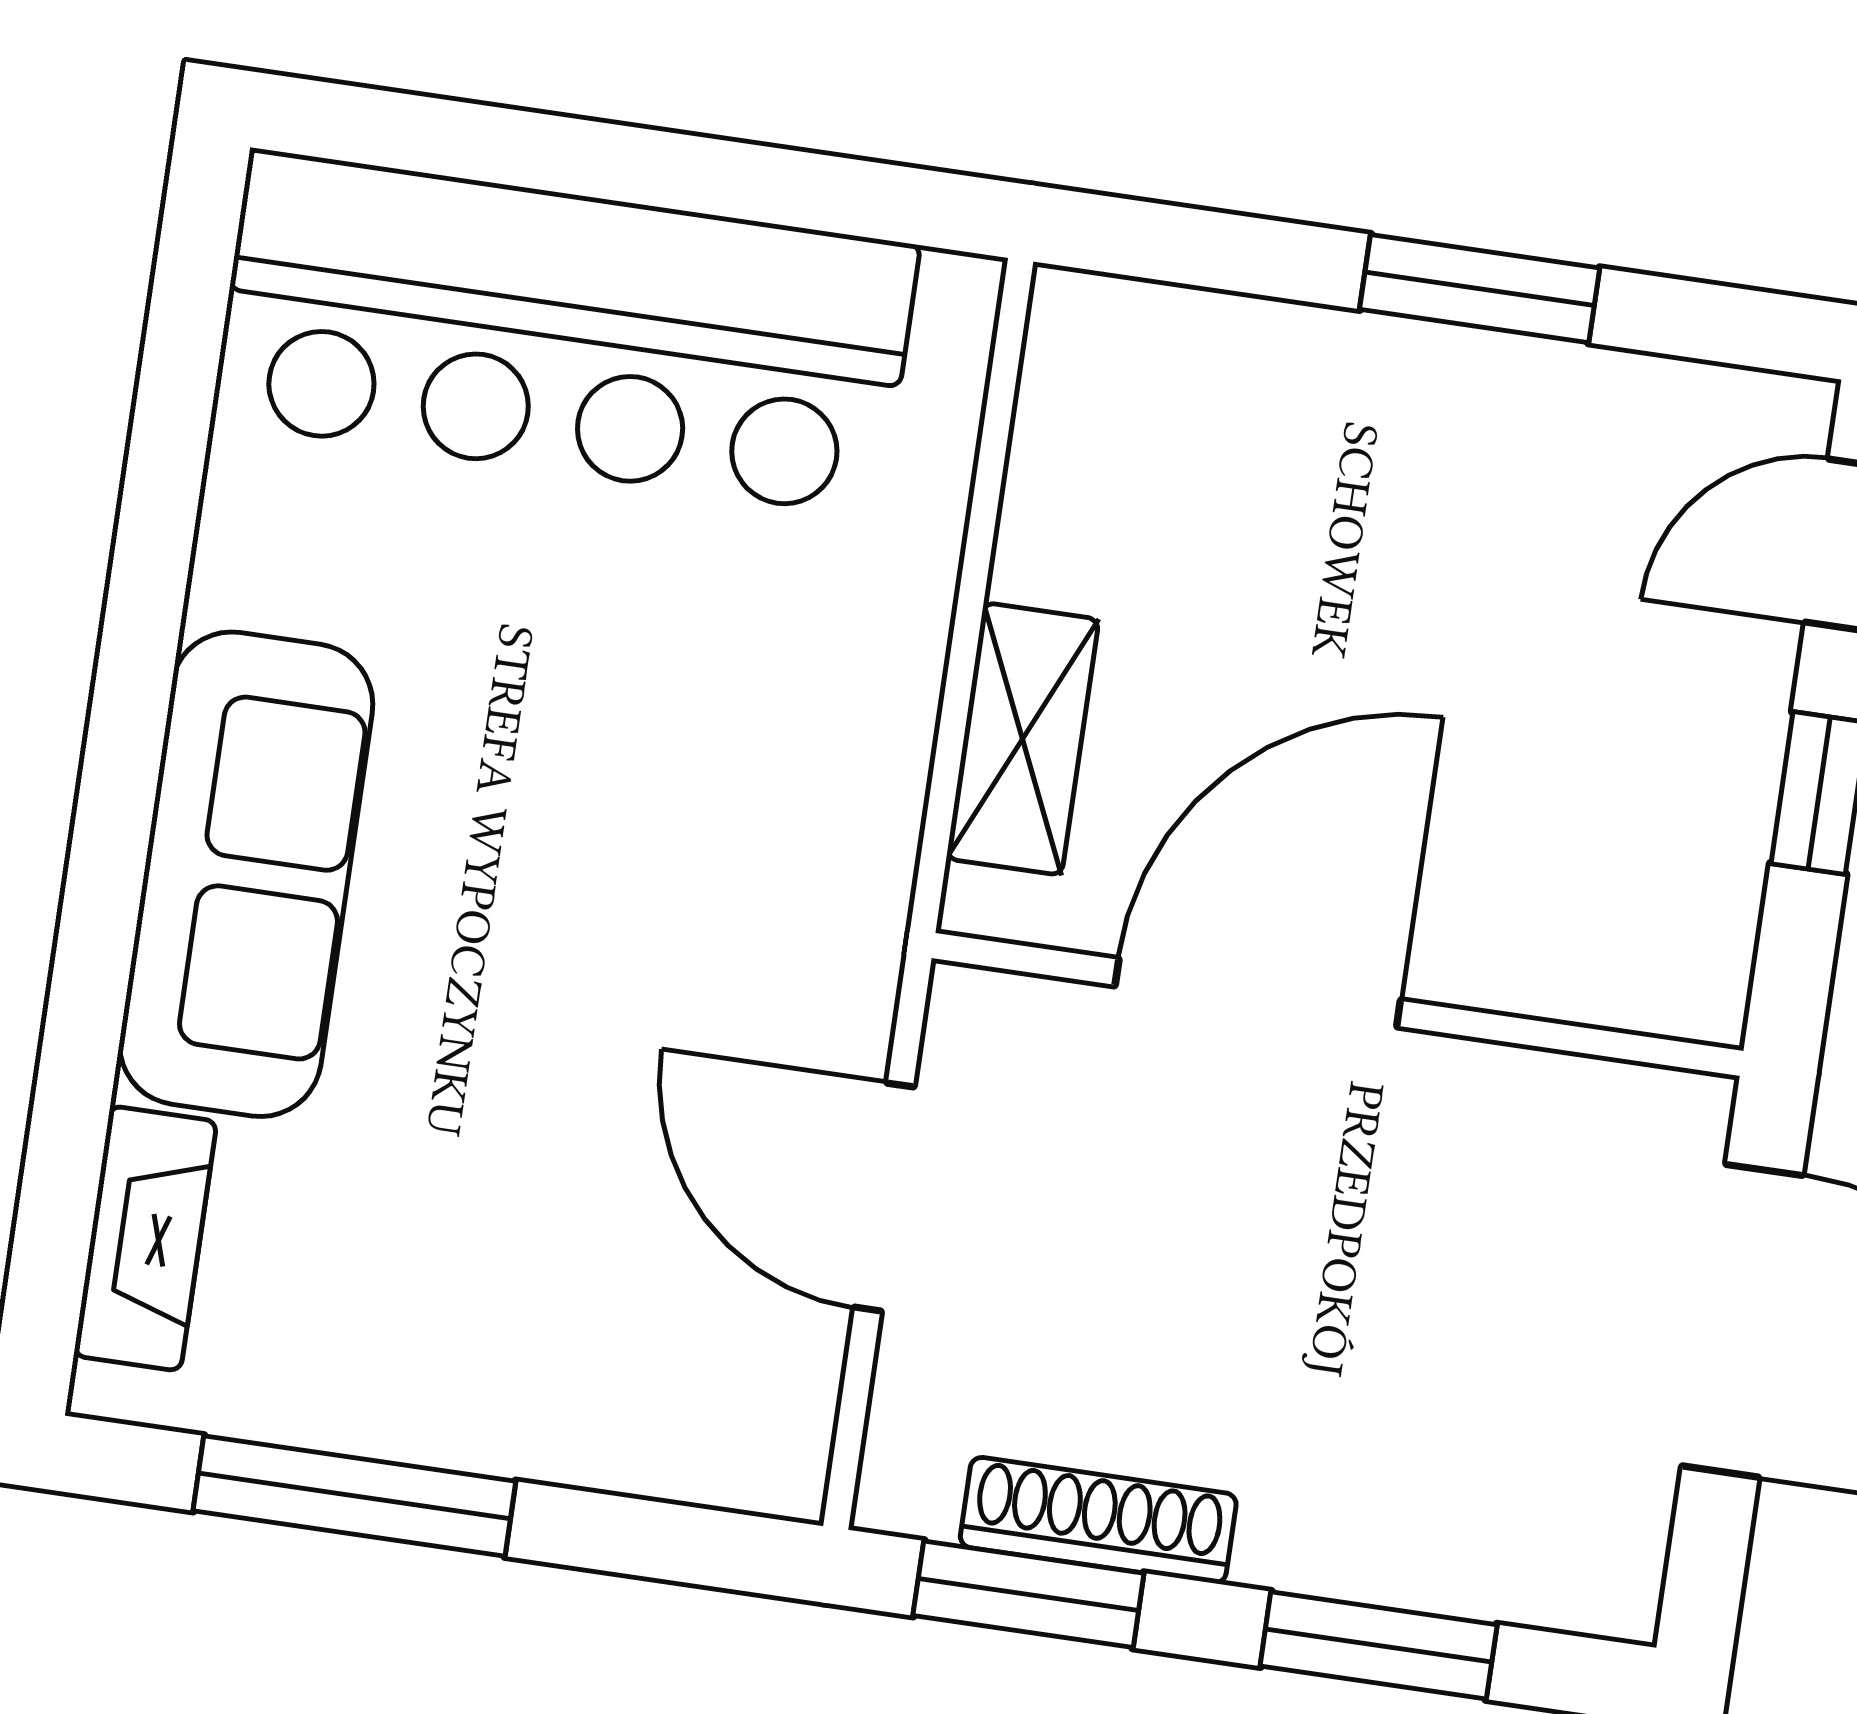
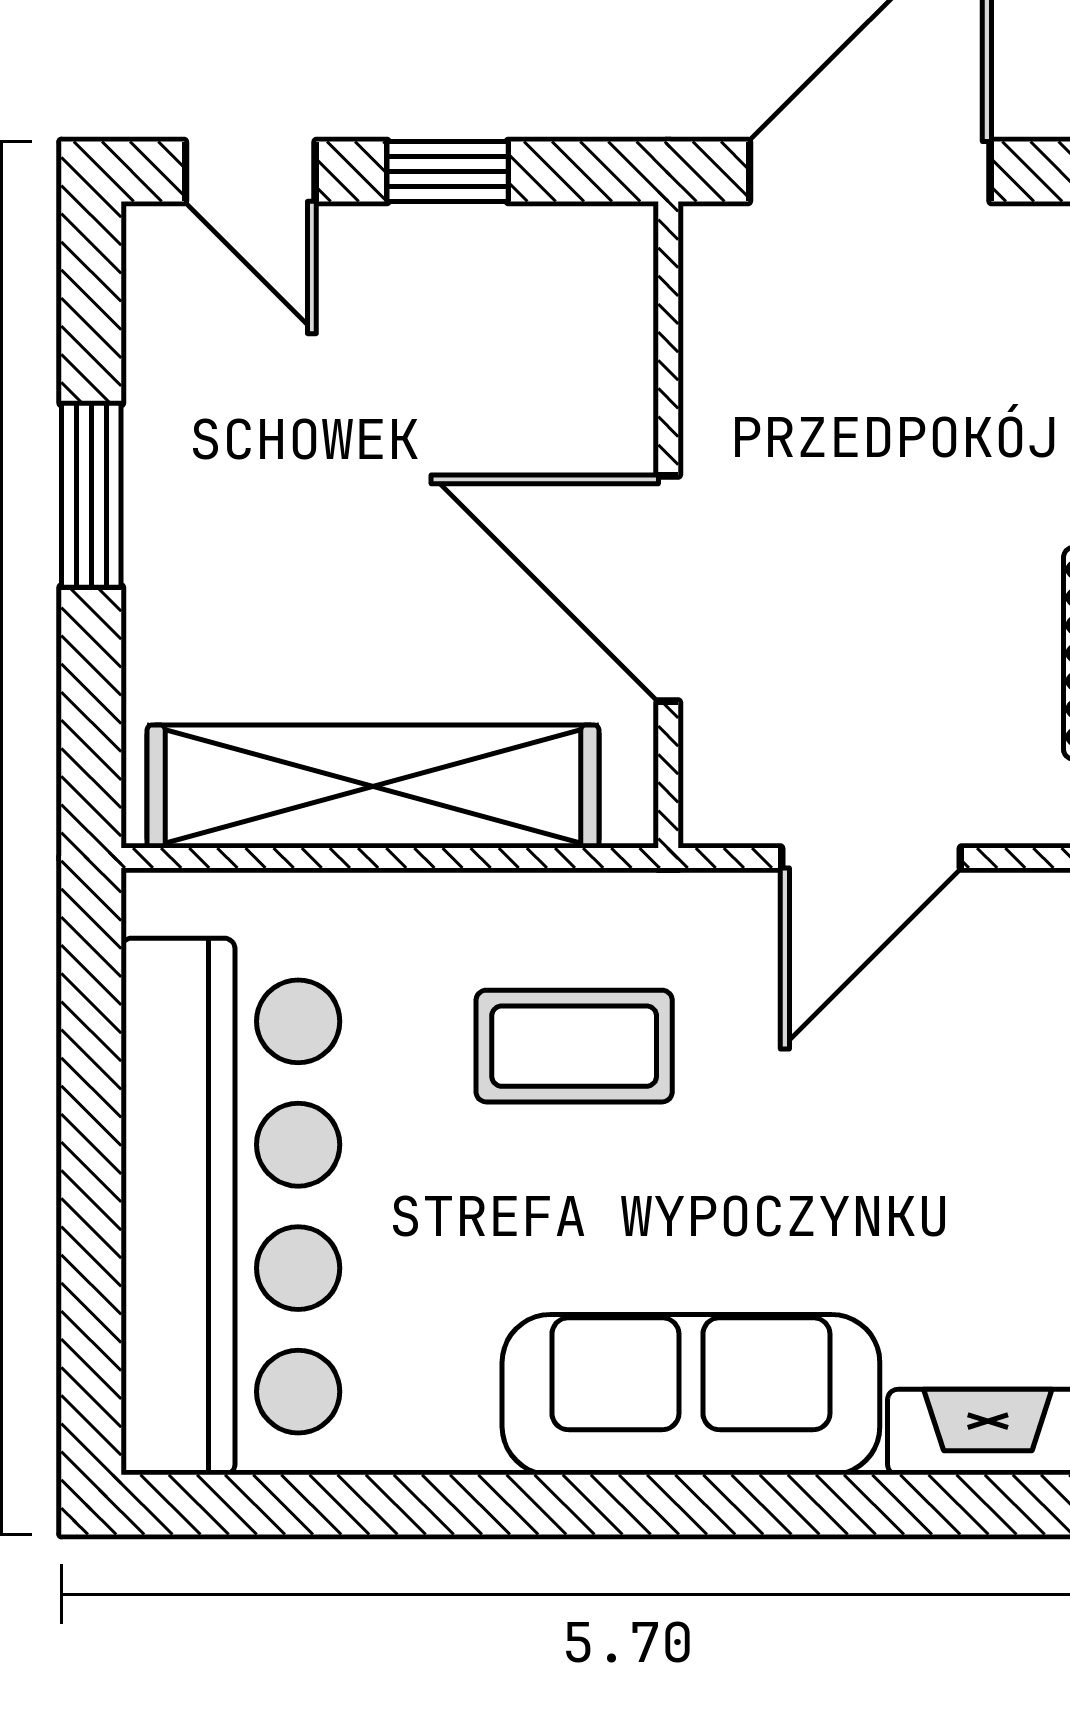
shelving: (1023, 739) -> (373, 786), width x2.20, depth x1.33
coffee table: (703, 792) -> (574, 1046), added

